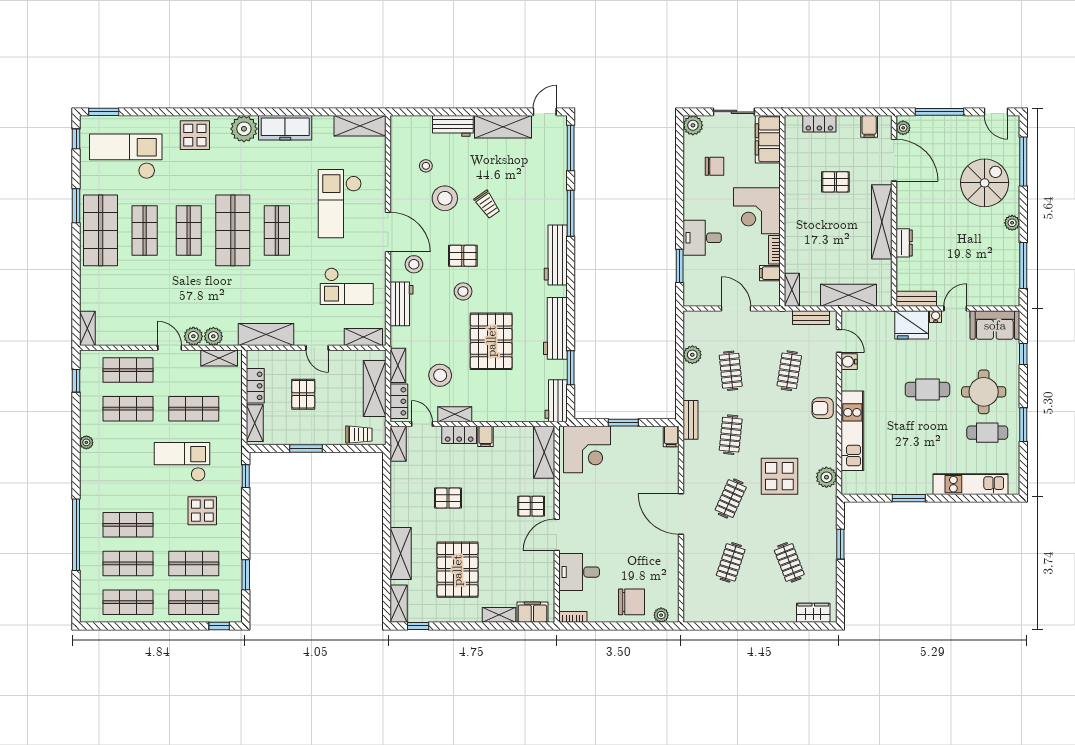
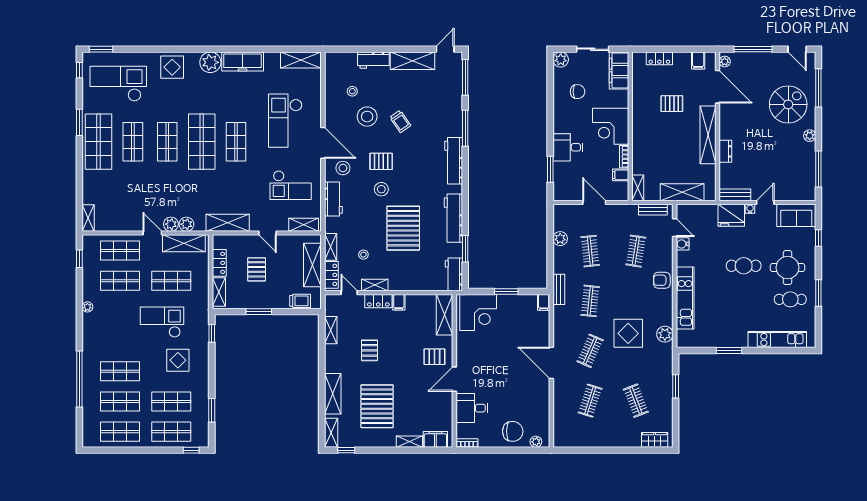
shelving: (219, 358) -> (184, 243), width x1.50, depth x1.33
stool: (440, 375) -> (363, 255), width x0.53, depth x0.53
shelving: (398, 444) -> (331, 330), moved
pallet: (448, 498) -> (370, 350), turned 90

